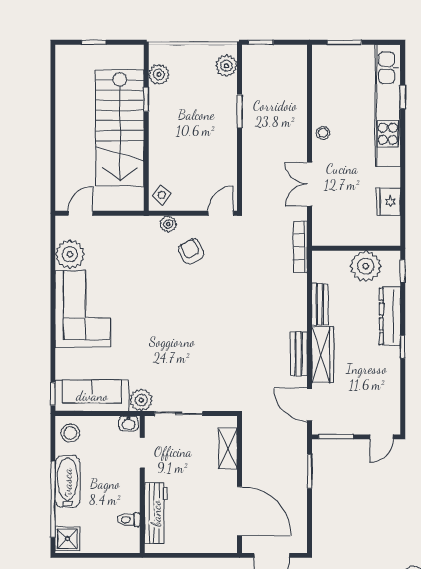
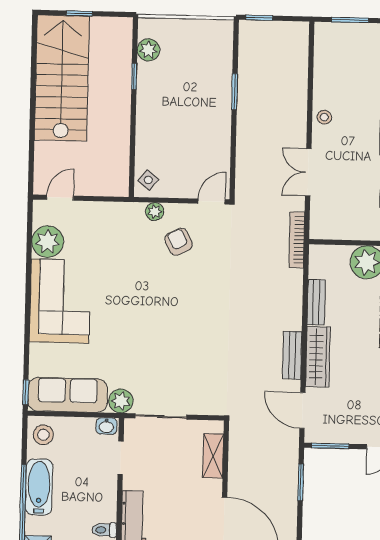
plant: (226, 66) -> (222, 42), removed
stairs: (120, 128) -> (62, 78), moved, turned 180

